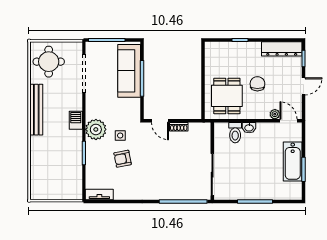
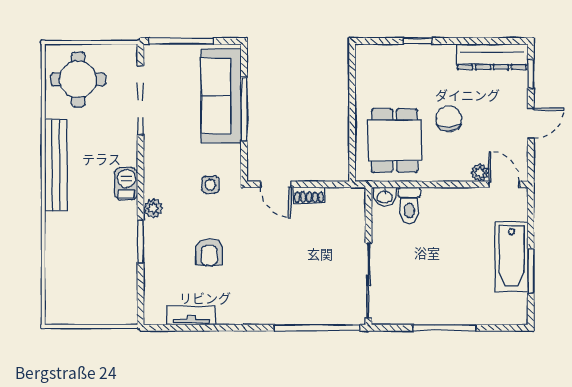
washbasin: (249, 128) -> (385, 197), moved
plant: (96, 129) -> (153, 208), width x0.53, depth x0.53
side table: (120, 135) -> (210, 185), moved
armchair: (123, 159) -> (209, 252), turned -79
tv unit: (99, 195) -> (191, 316), moved

